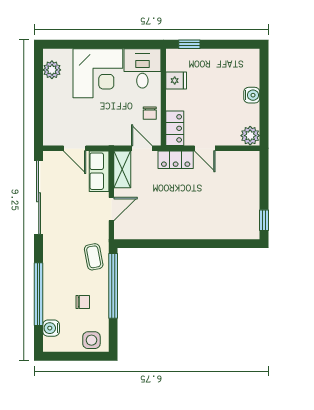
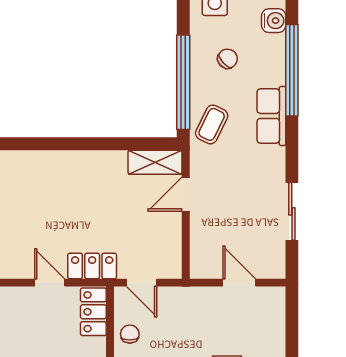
shelving: (122, 169) -> (155, 162), moved, turned 90
row of seats: (99, 171) -> (271, 116), moved, turned 180
sliding door: (39, 197) -> (292, 211), width x0.54
coffee table: (94, 257) -> (212, 124), turned 37
chair: (83, 302) -> (228, 59), turned 137

